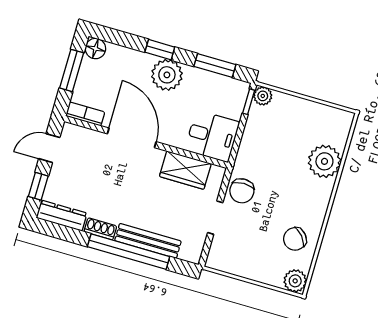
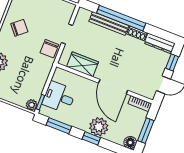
plant: (167, 75) -> (99, 127), moved
desk: (212, 136) -> (59, 97), moved
chair: (242, 191) -> (49, 49), turned 180
chair: (295, 239) -> (19, 28), moved

